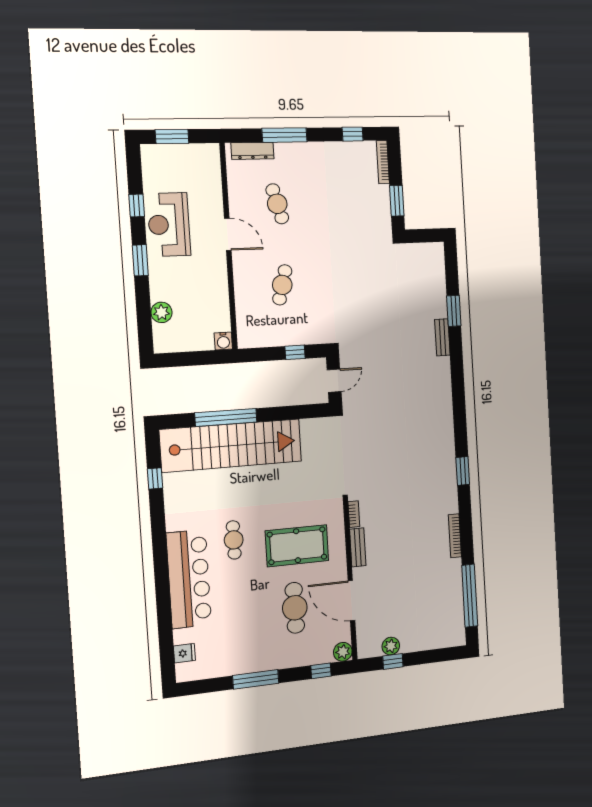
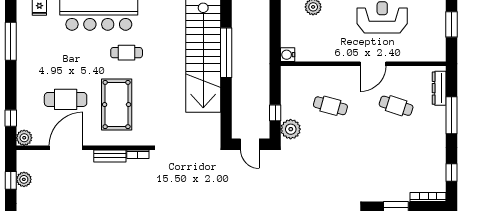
cafe table: (277, 204) -> (396, 106), turned 33
plant: (313, 332) -> (291, 129), added
window: (256, 679) -> (11, 41), moved

